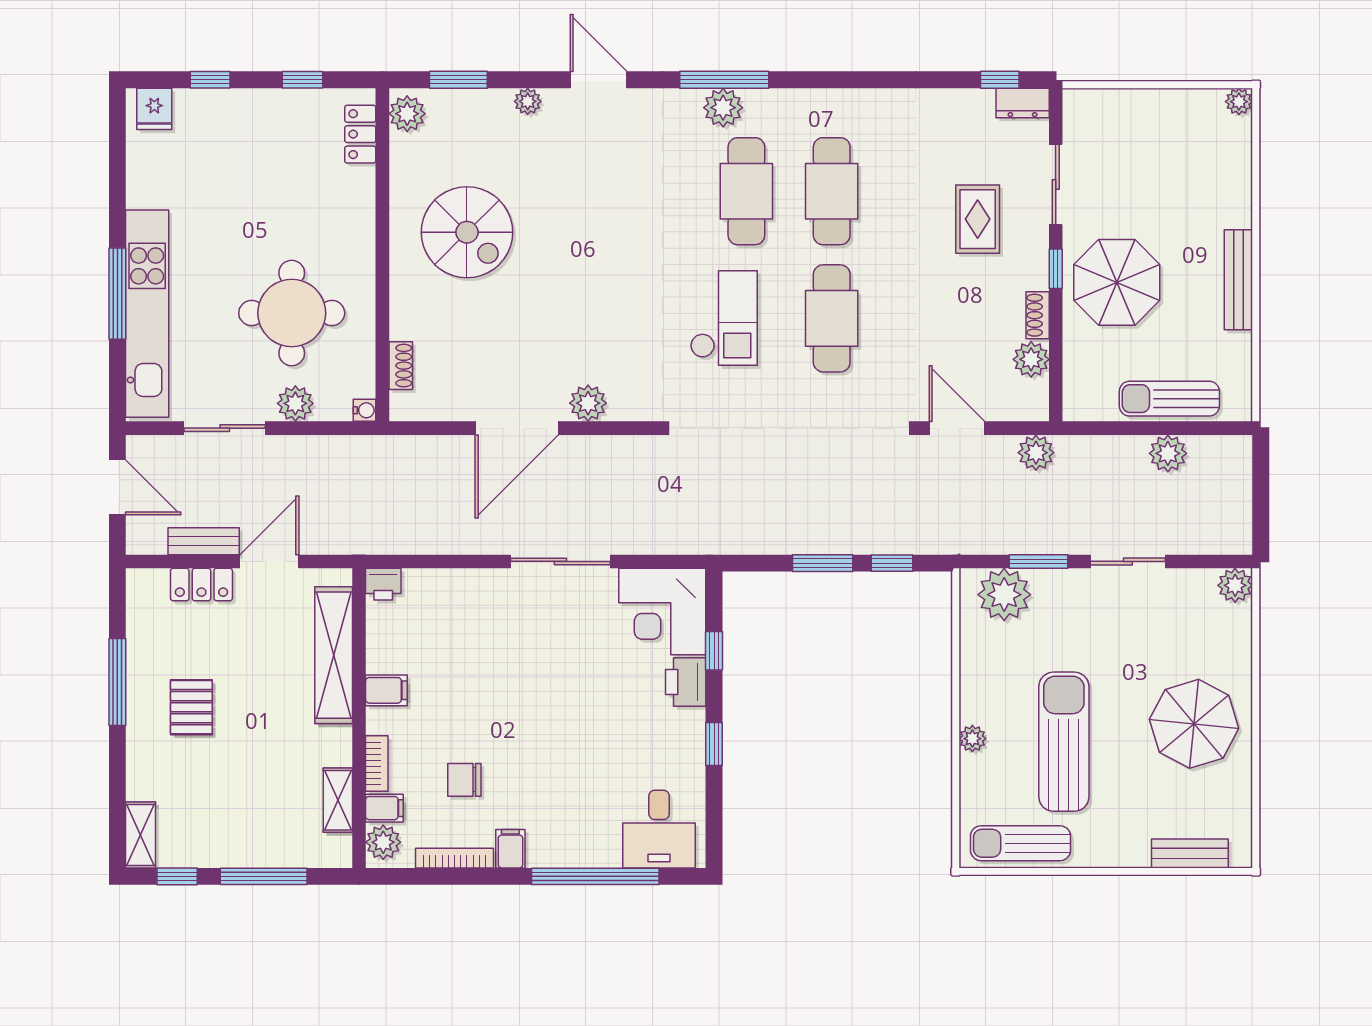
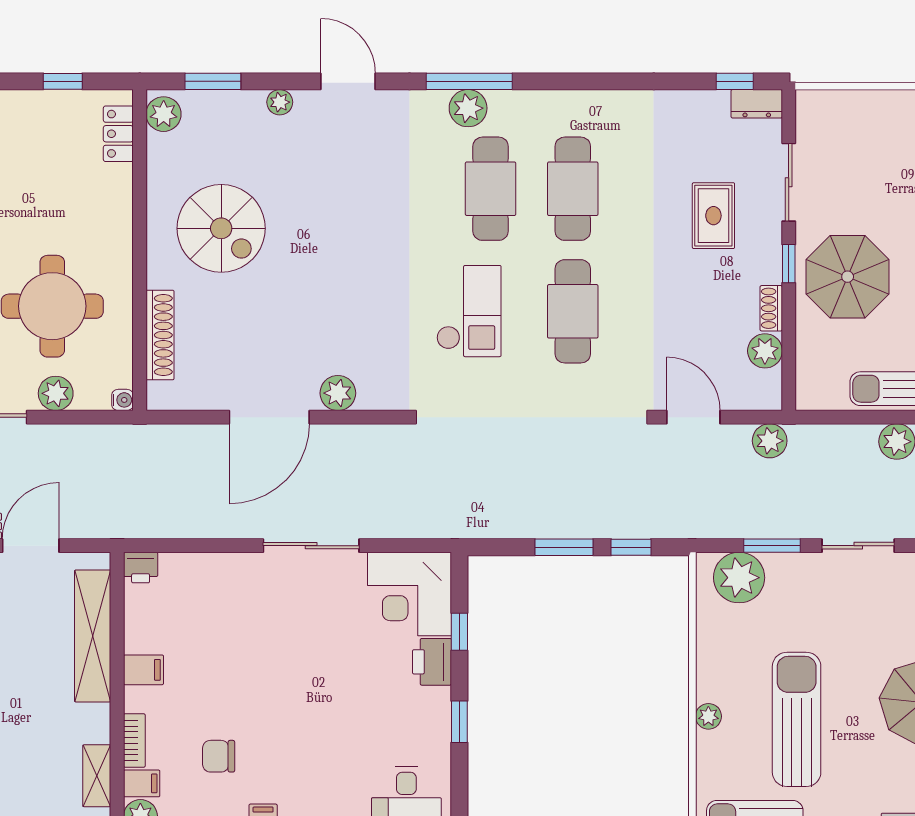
shoe rack: (401, 366) -> (160, 335), width x1.94, depth x1.24

